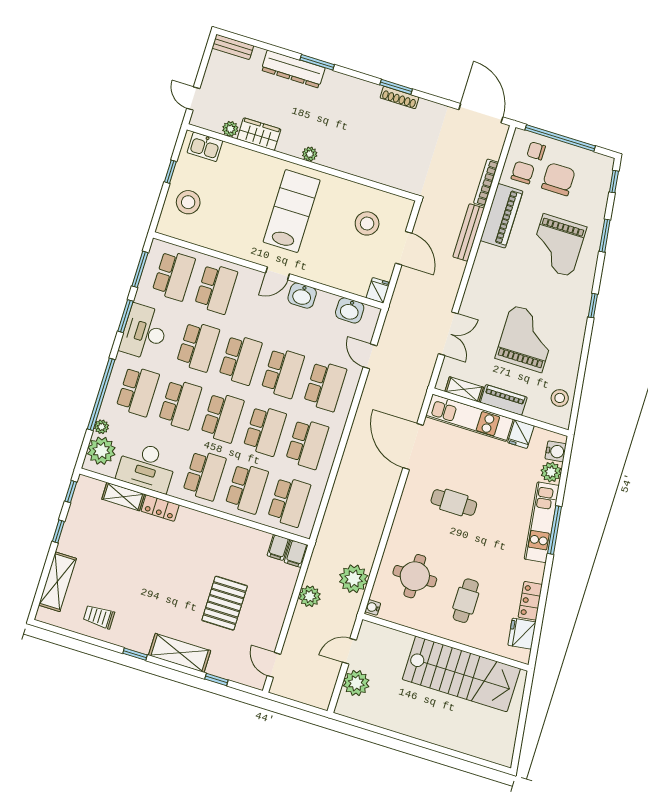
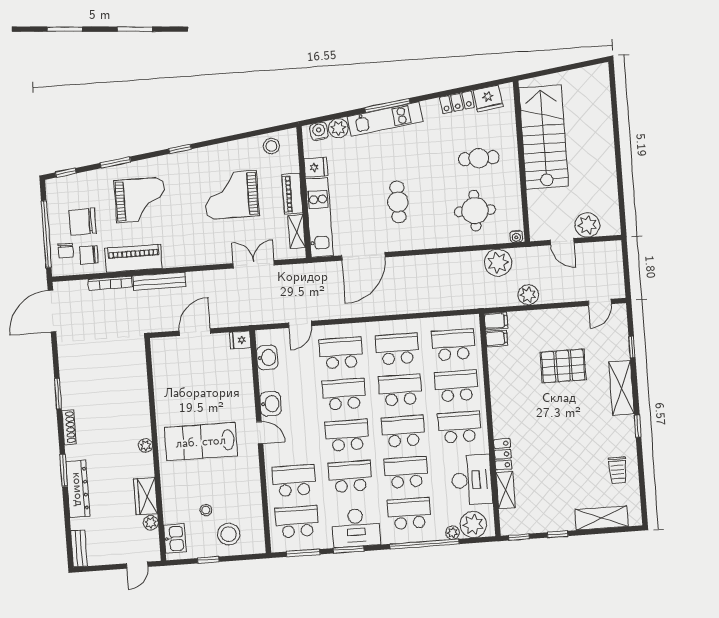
shoe rack: (400, 98) -> (69, 427), moved
stool: (367, 223) -> (206, 510), moved, width x0.53, depth x0.53

